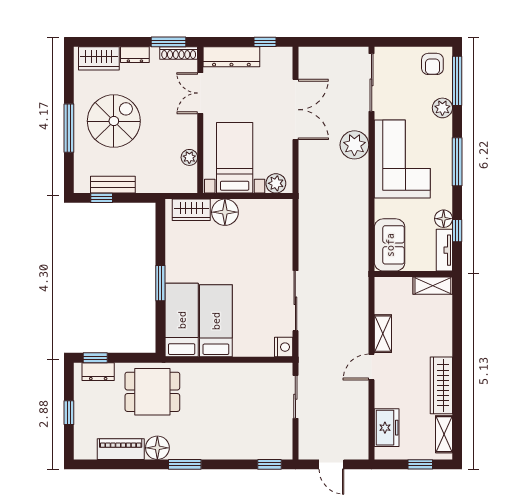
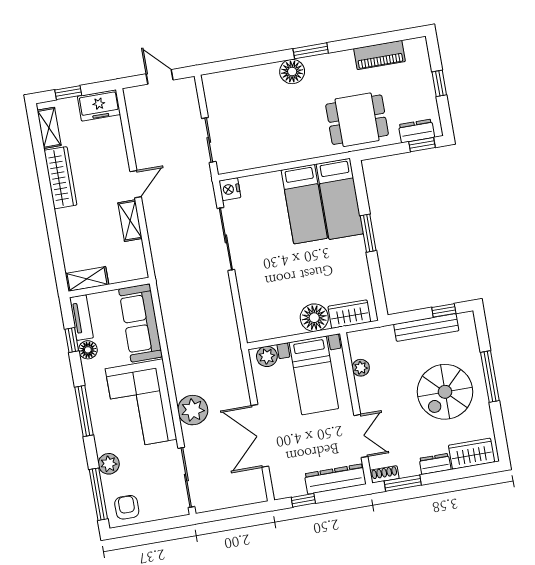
shoe rack: (179, 53) -> (384, 474), width x0.70
bench: (113, 185) -> (426, 327), width x1.36
sofa: (390, 245) -> (141, 323), width x1.36
freezer: (387, 428) -> (99, 105), moved, turned -90
floor lamp: (157, 448) -> (292, 72), moved
window: (270, 464) -> (223, 66), removed

